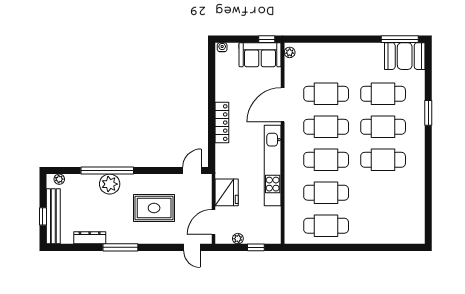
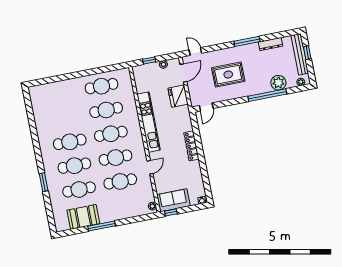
window: (400, 39) -> (102, 226), moved
booth: (405, 56) -> (83, 217), moved
door: (283, 105) -> (150, 167), width x0.53
plant: (110, 184) -> (278, 83), moved

